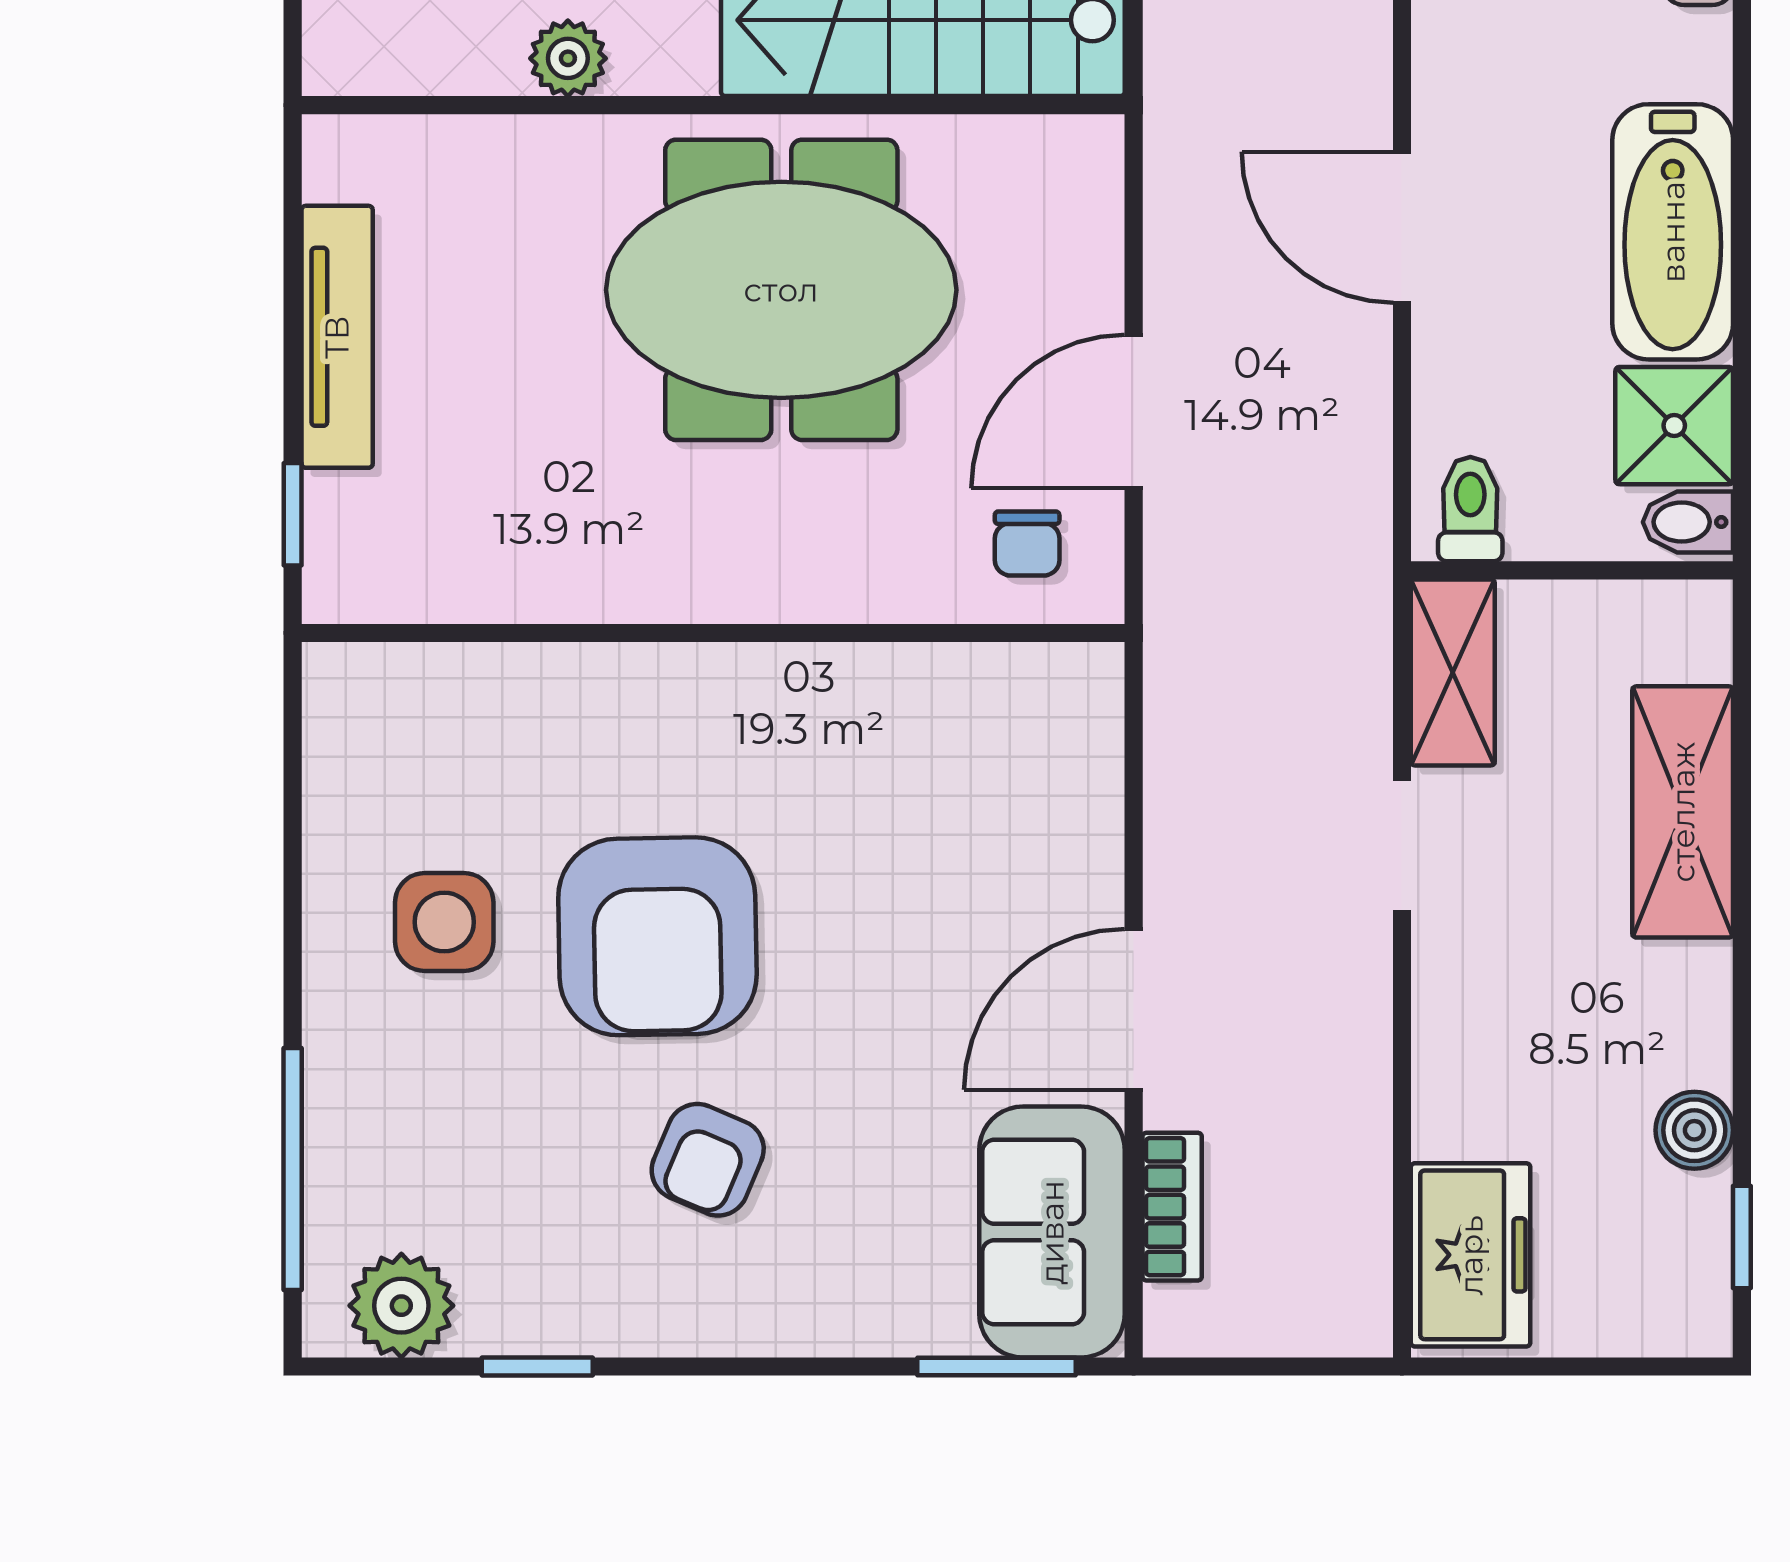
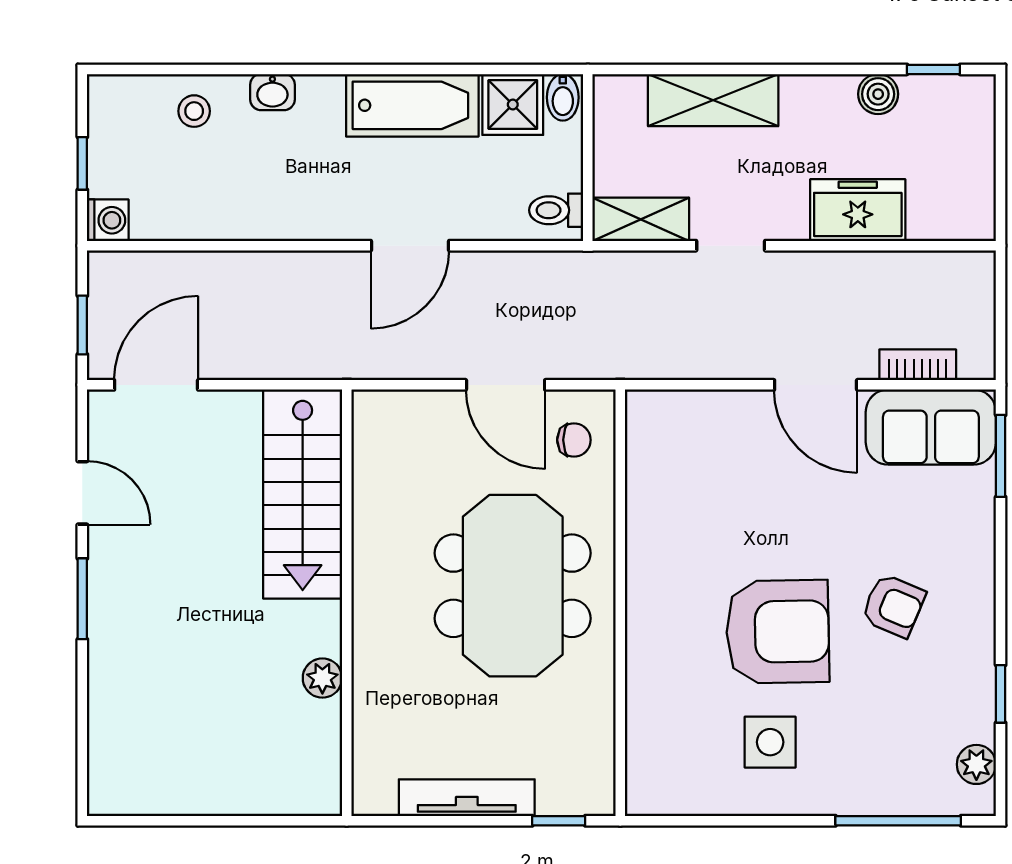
meeting table: (781, 290) -> (513, 586), moved
freezer: (1471, 1255) -> (858, 210), moved
plant: (401, 1306) -> (976, 764), width x0.73, depth x0.73

